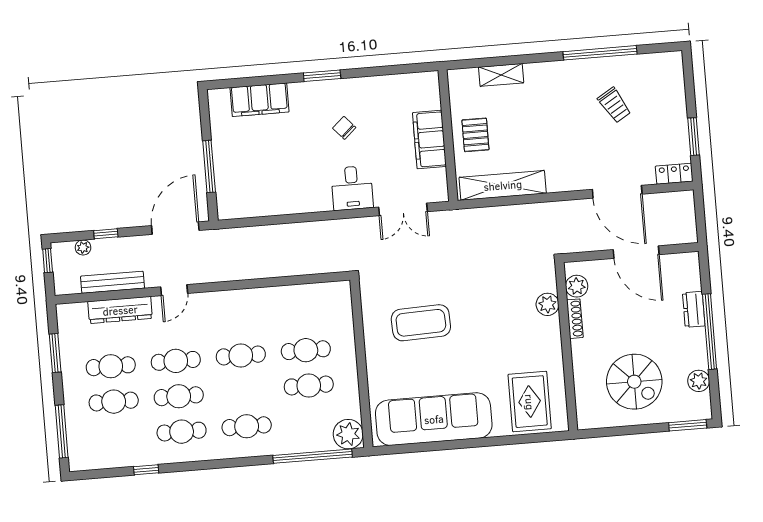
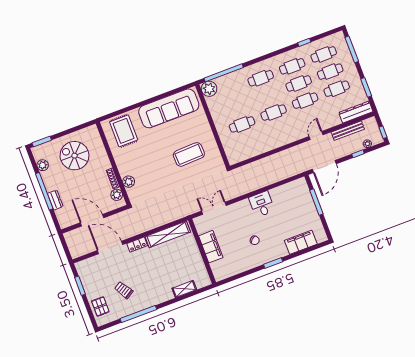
pallet: (475, 135) -> (100, 306), moved
locker: (674, 174) -> (137, 245), moved
desk: (352, 188) -> (262, 204), moved
dresser: (120, 310) -> (356, 112), moved
cafe table: (309, 386) -> (324, 54), moved

